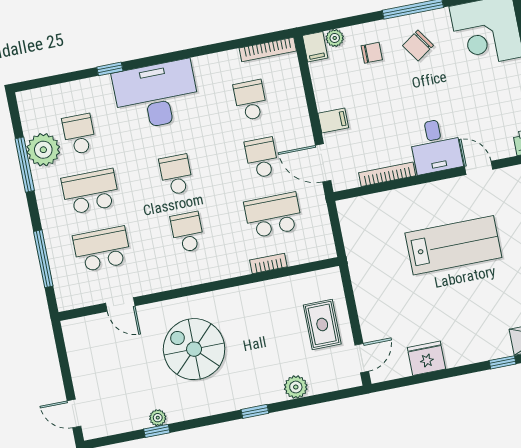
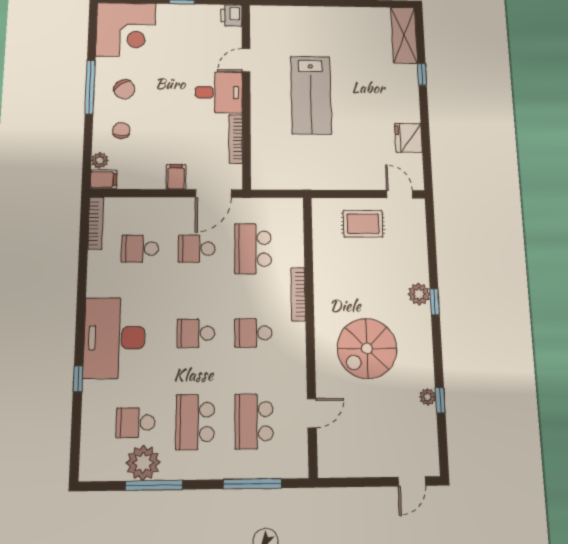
lab bench: (453, 245) -> (311, 95), turned 180
bookcase: (268, 263) -> (298, 294), moved, width x1.56
plant: (296, 387) -> (419, 294), moved

